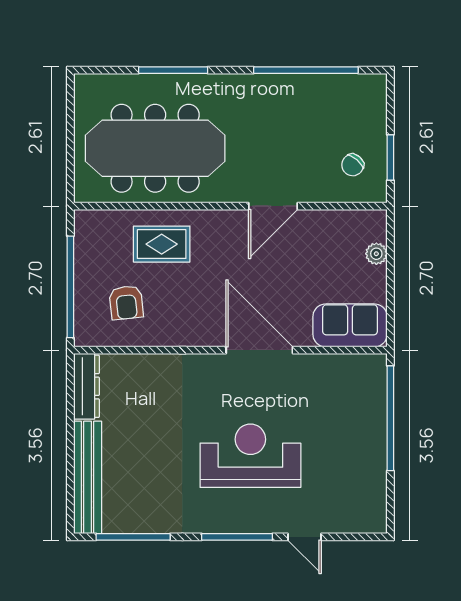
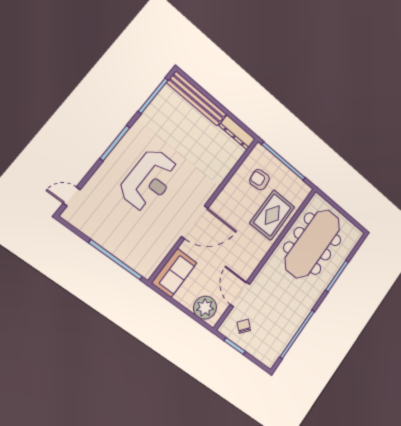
door: (273, 206) -> (240, 294), moved
rug: (162, 244) -> (272, 215), width x1.36, depth x1.43
plant: (376, 254) -> (205, 308), width x1.88, depth x1.88
door: (304, 537) -> (72, 196), moved

